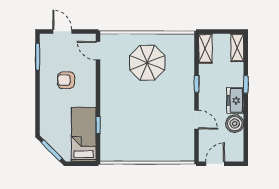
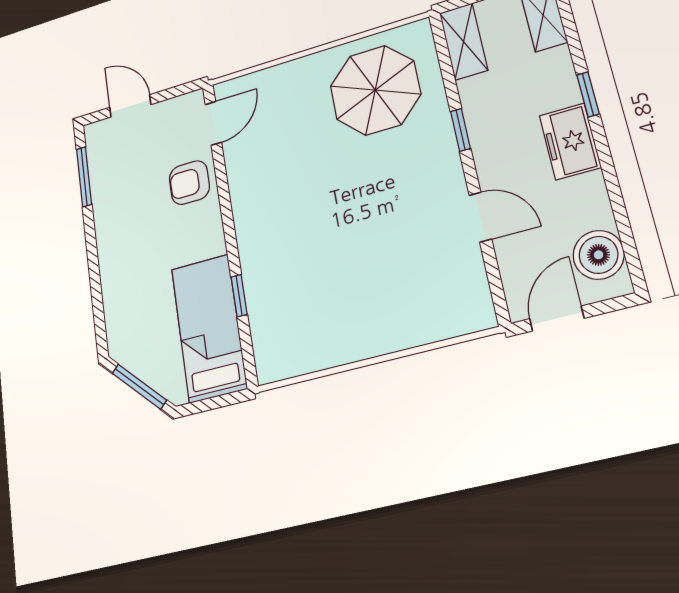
door: (98, 51) -> (213, 123), swing flipped
parasol: (147, 63) -> (375, 90), moved
armchair: (66, 80) -> (189, 183), moved
boiler: (235, 124) -> (599, 255), moved

